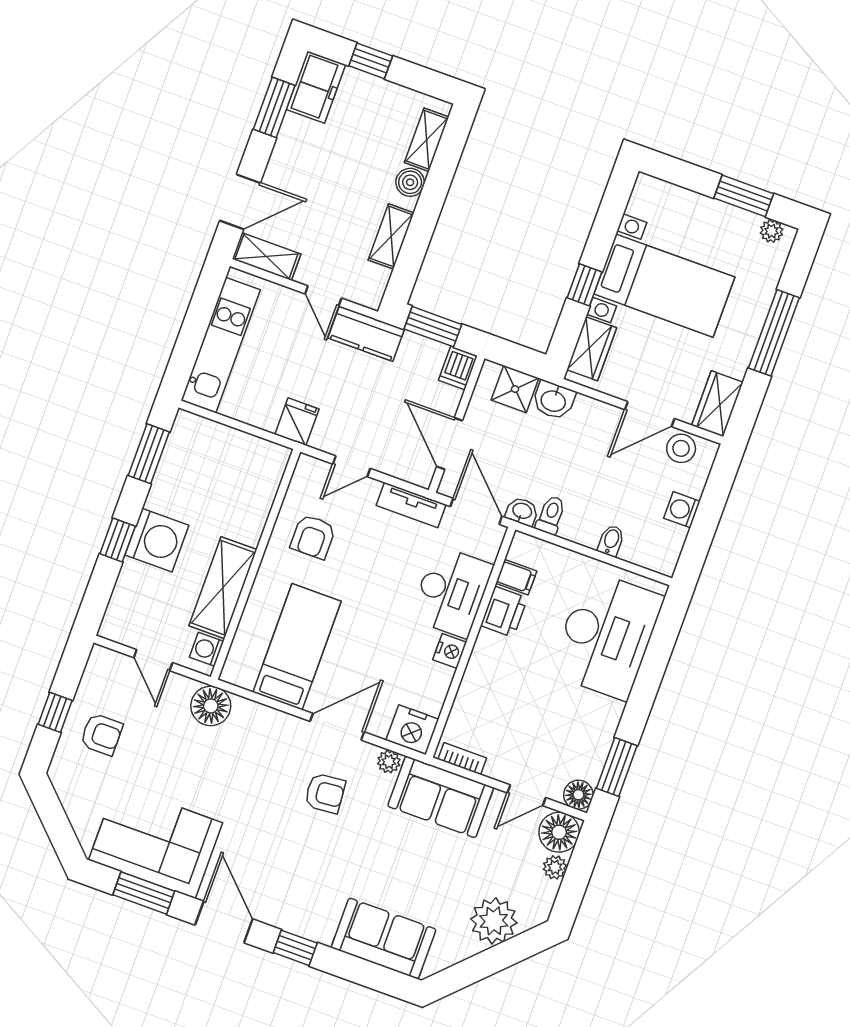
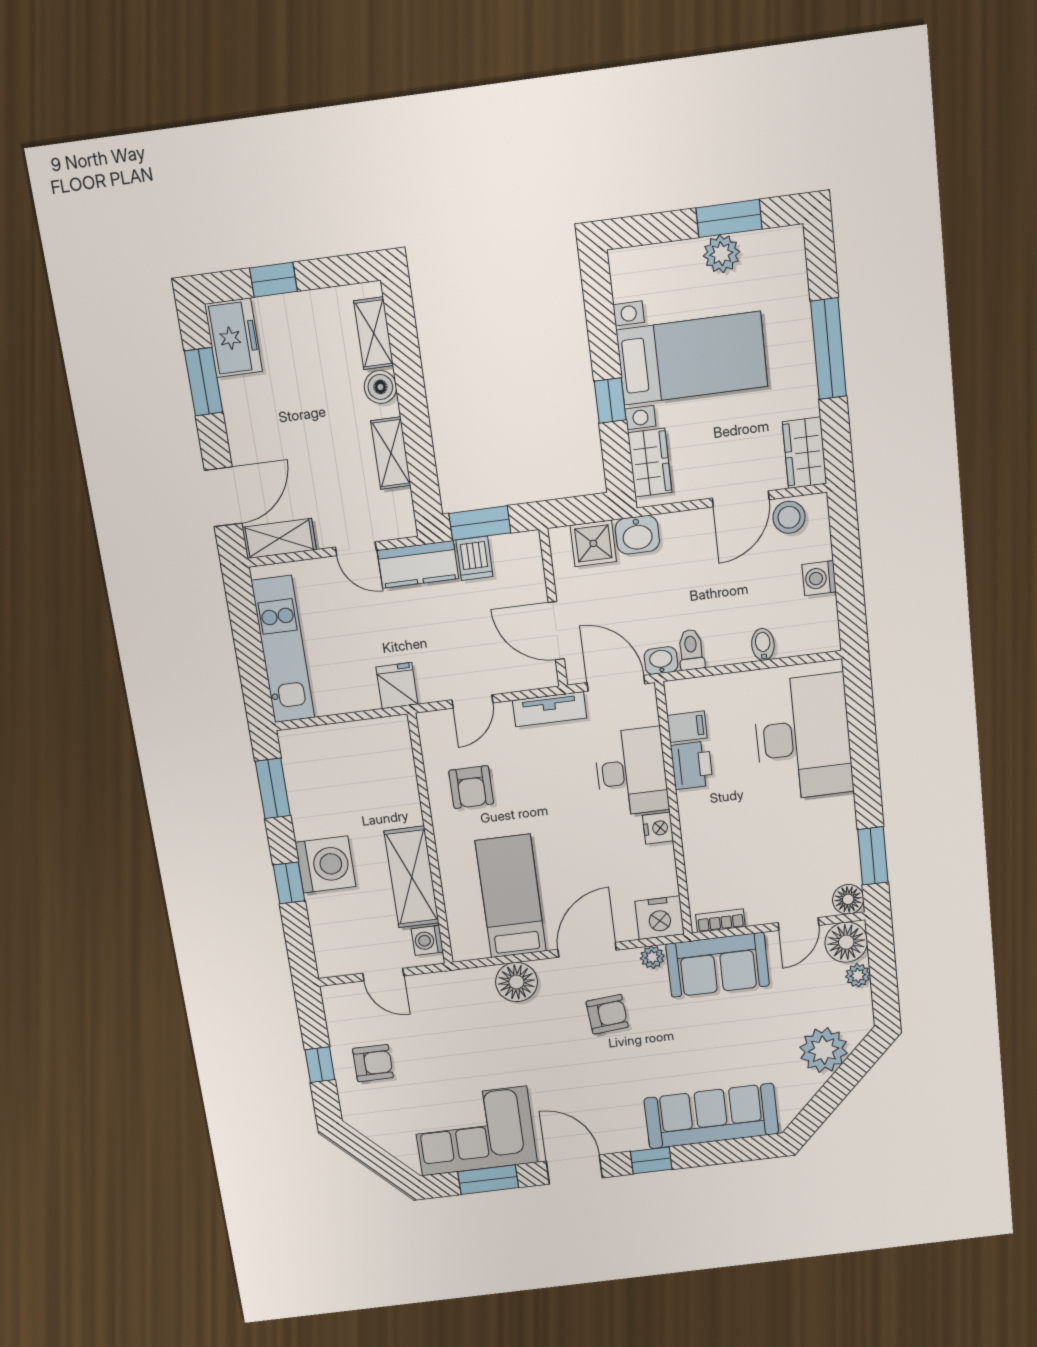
plant: (772, 231) -> (721, 254), moved, width x1.38, depth x1.38
dishwasher: (458, 368) -> (474, 558), moved
floor lamp: (211, 706) -> (516, 982), moved
sofa: (384, 938) -> (711, 1116), width x1.36

